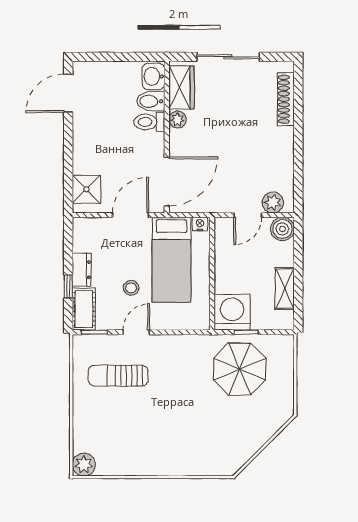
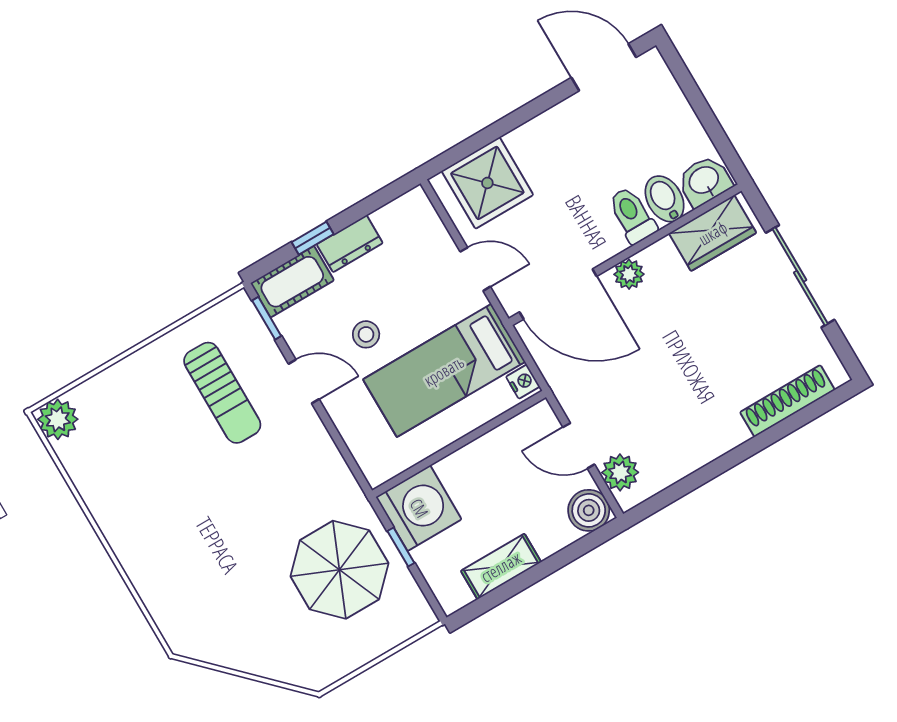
plant: (177, 120) -> (629, 274), moved
shower: (86, 189) -> (487, 183), width x1.36, depth x1.36
door: (131, 215) -> (475, 269), width x0.73
sun lounger: (118, 376) -> (222, 393), turned 180

